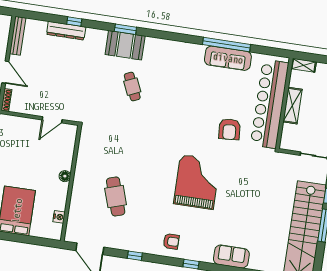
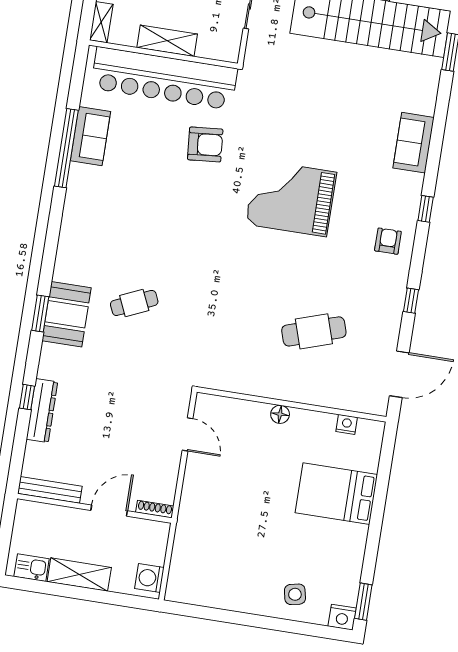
sofa: (228, 58) -> (90, 136), width x0.73

